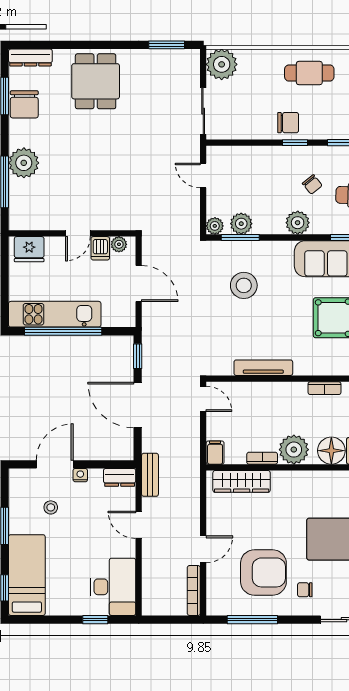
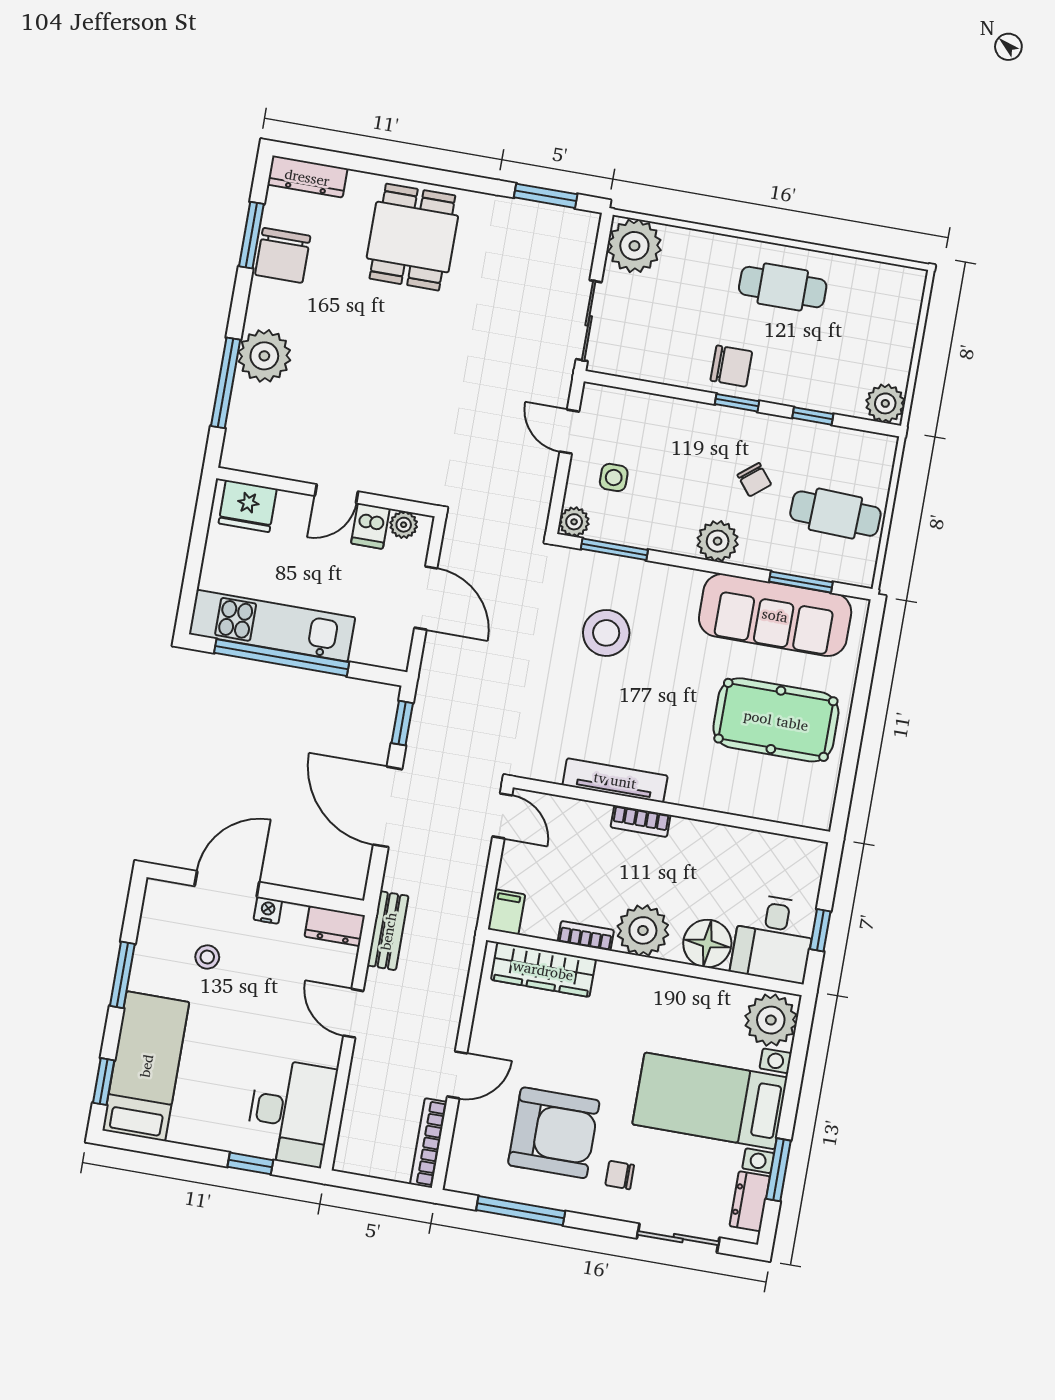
side table: (233, 197) -> (614, 477), added
plant: (241, 224) -> (620, 526), removed
bookcase: (325, 388) -> (641, 821), moved

